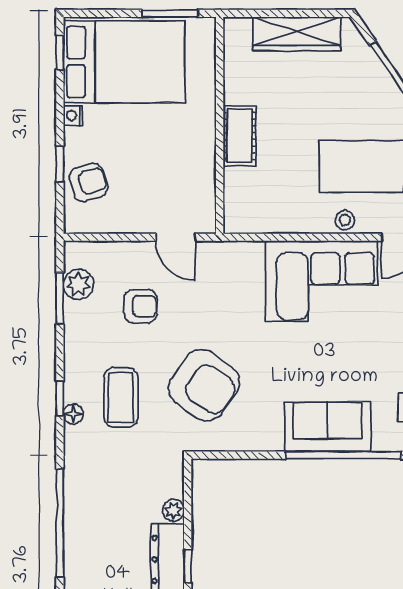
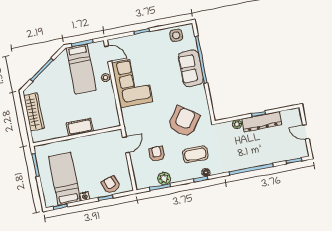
bed: (124, 62) -> (64, 179), width x0.67
plant: (78, 284) -> (164, 178), moved

